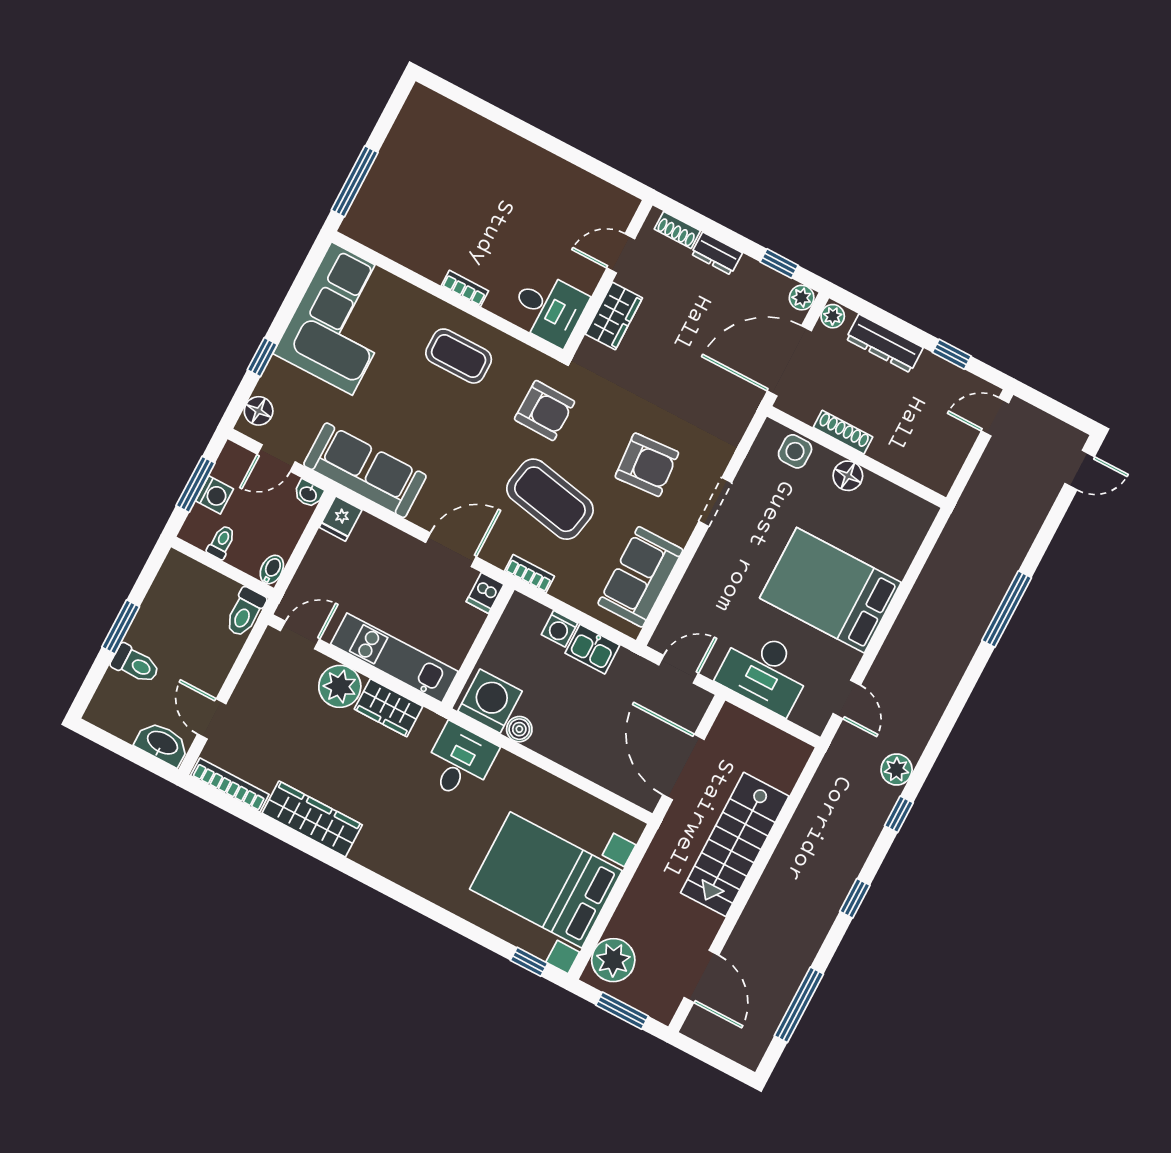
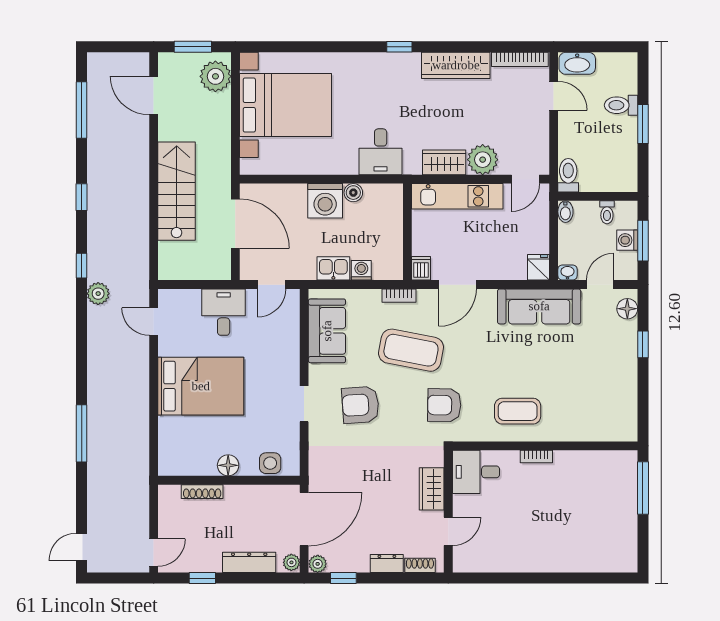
corner sofa: (342, 319) -> (605, 396), removed
shoe rack: (843, 432) -> (202, 492), moved
desk: (765, 671) -> (224, 312), width x0.73
washing machine: (490, 701) -> (325, 201), moved
window: (529, 962) -> (399, 47), moved

